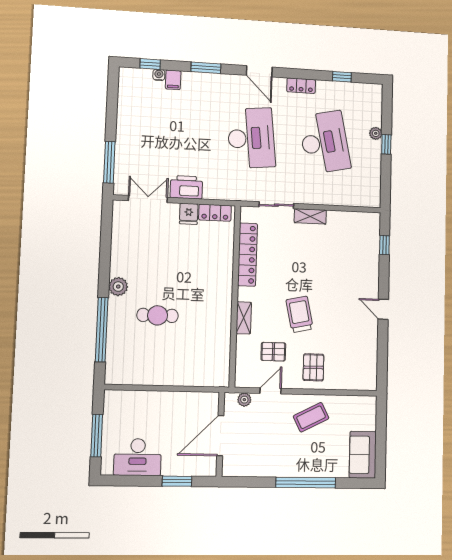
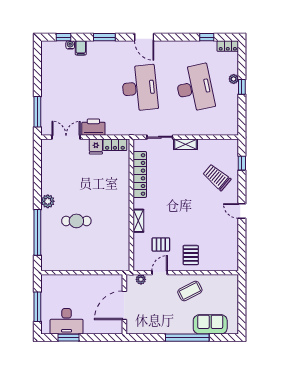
locker: (301, 86) -> (228, 46), moved
trolley: (300, 314) -> (217, 177), moved, turned -38
sofa: (363, 455) -> (210, 324), moved, turned 90
window: (177, 481) -> (68, 338), moved

